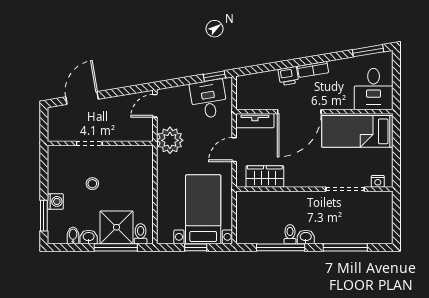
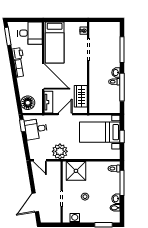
printer: (288, 76) -> (18, 53), moved
floor lamp: (254, 85) -> (28, 103), added
door: (82, 98) -> (35, 203), hinge flipped
door: (234, 150) -> (65, 114), swing flipped
washing machine: (55, 201) -> (75, 218), moved
shower: (117, 227) -> (76, 171), moved

